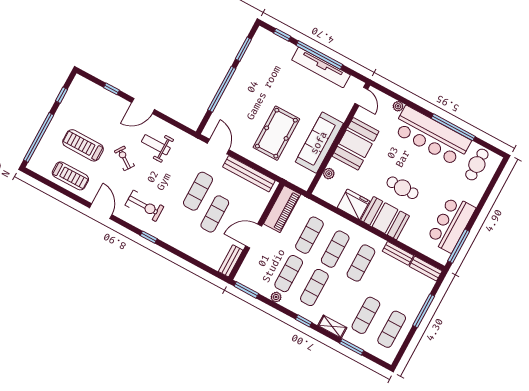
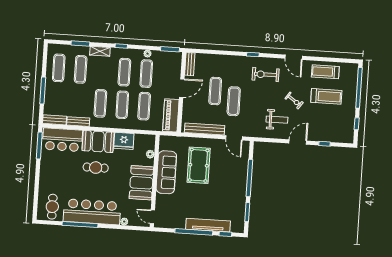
tv unit: (321, 67) -> (208, 225), moved
bar counter: (451, 224) -> (62, 140), moved, turned 90

